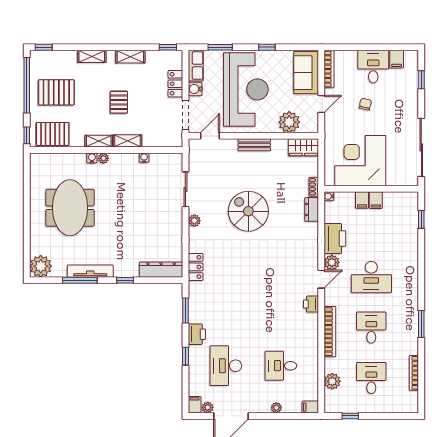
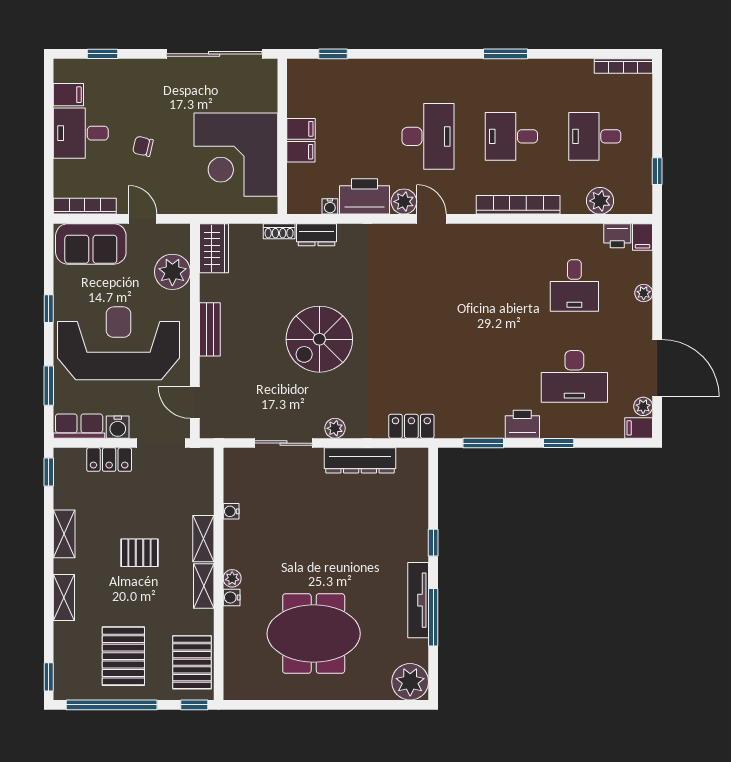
water cooler: (329, 196) -> (330, 206), moved
dresser: (161, 270) -> (360, 460), moved, turned -90
printer: (311, 304) -> (617, 236), moved
bookcase: (414, 373) -> (623, 66), moved

